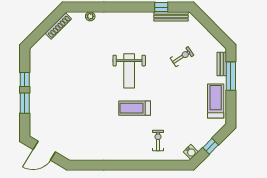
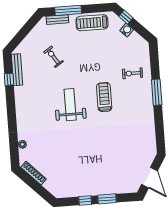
weight bench: (129, 71) -> (70, 105), turned -90
treadmill: (135, 108) -> (104, 97), turned 180
window: (211, 146) -> (126, 17), moved
water cooler: (191, 152) -> (127, 30), moved
window: (136, 165) -> (157, 92), added

